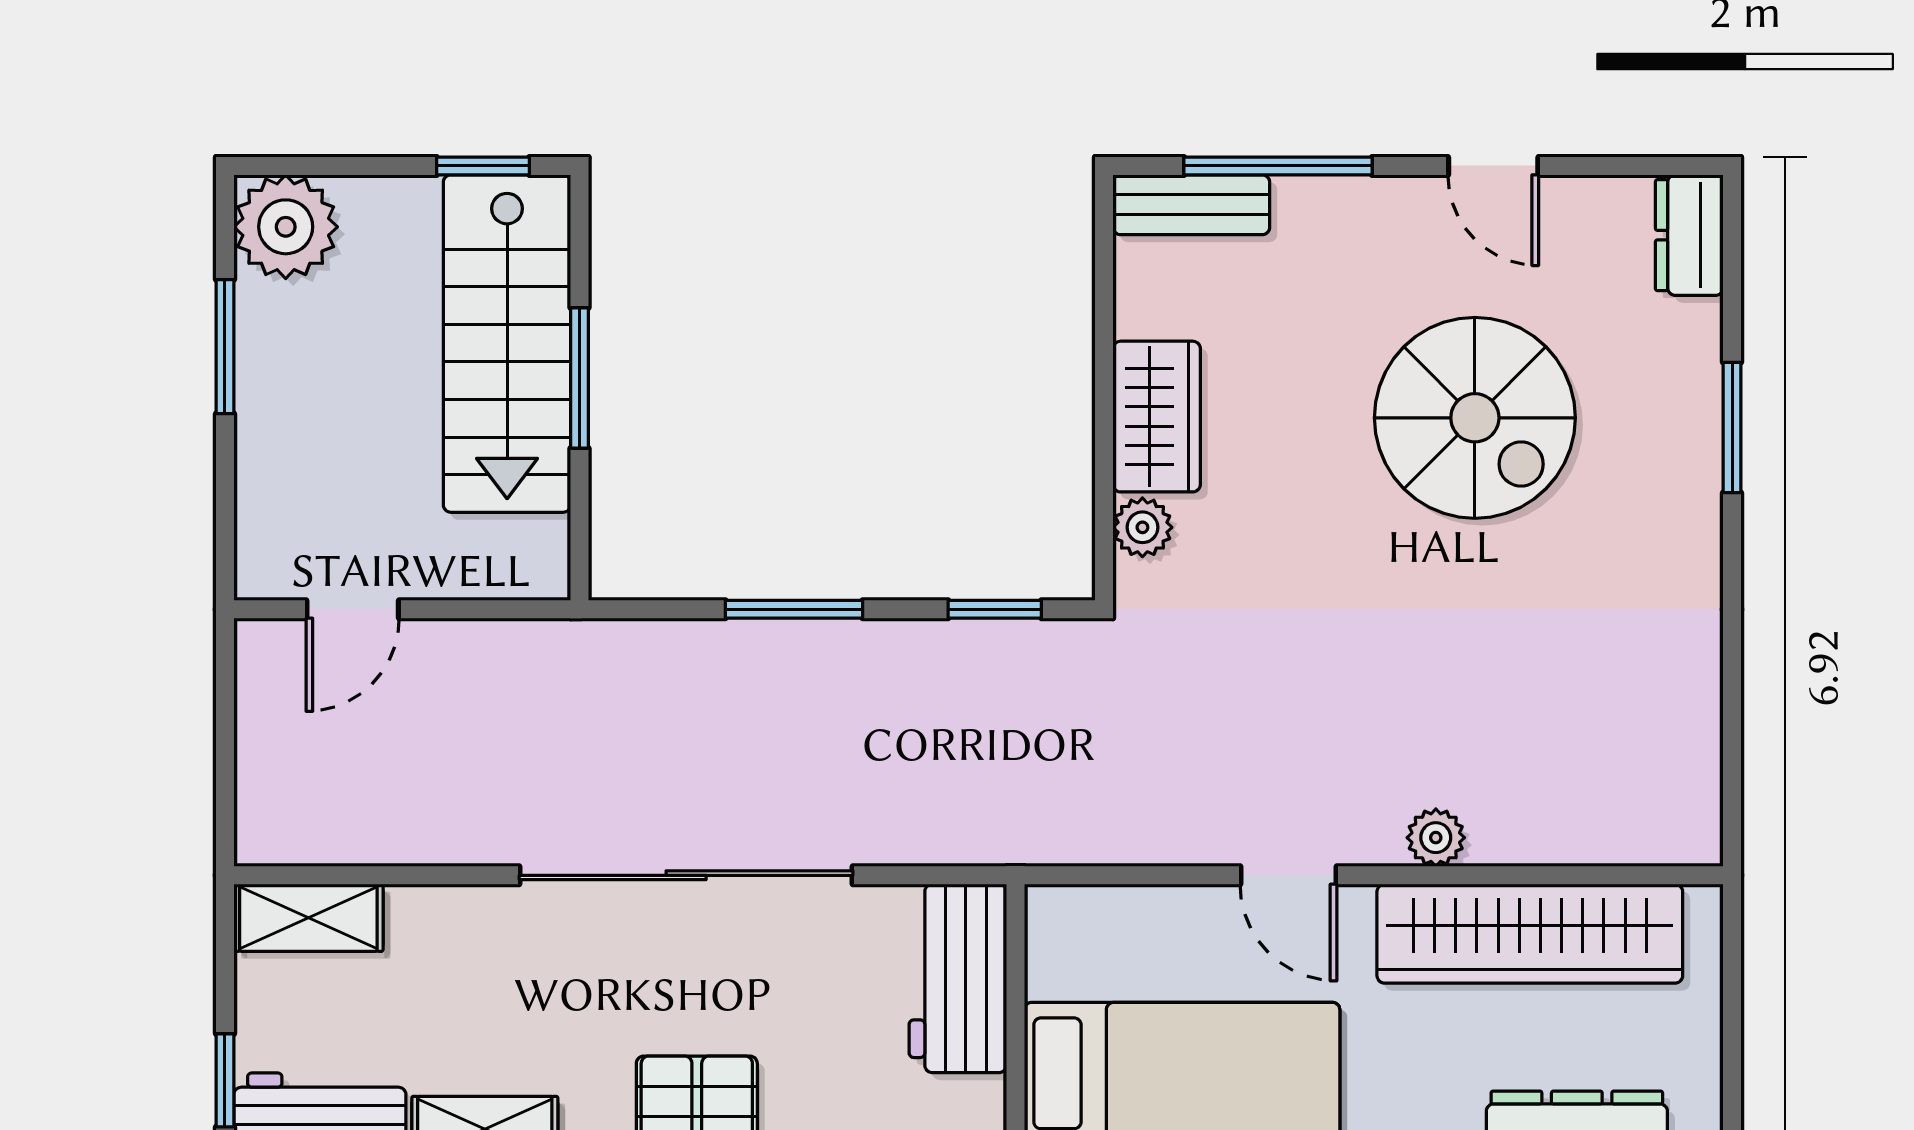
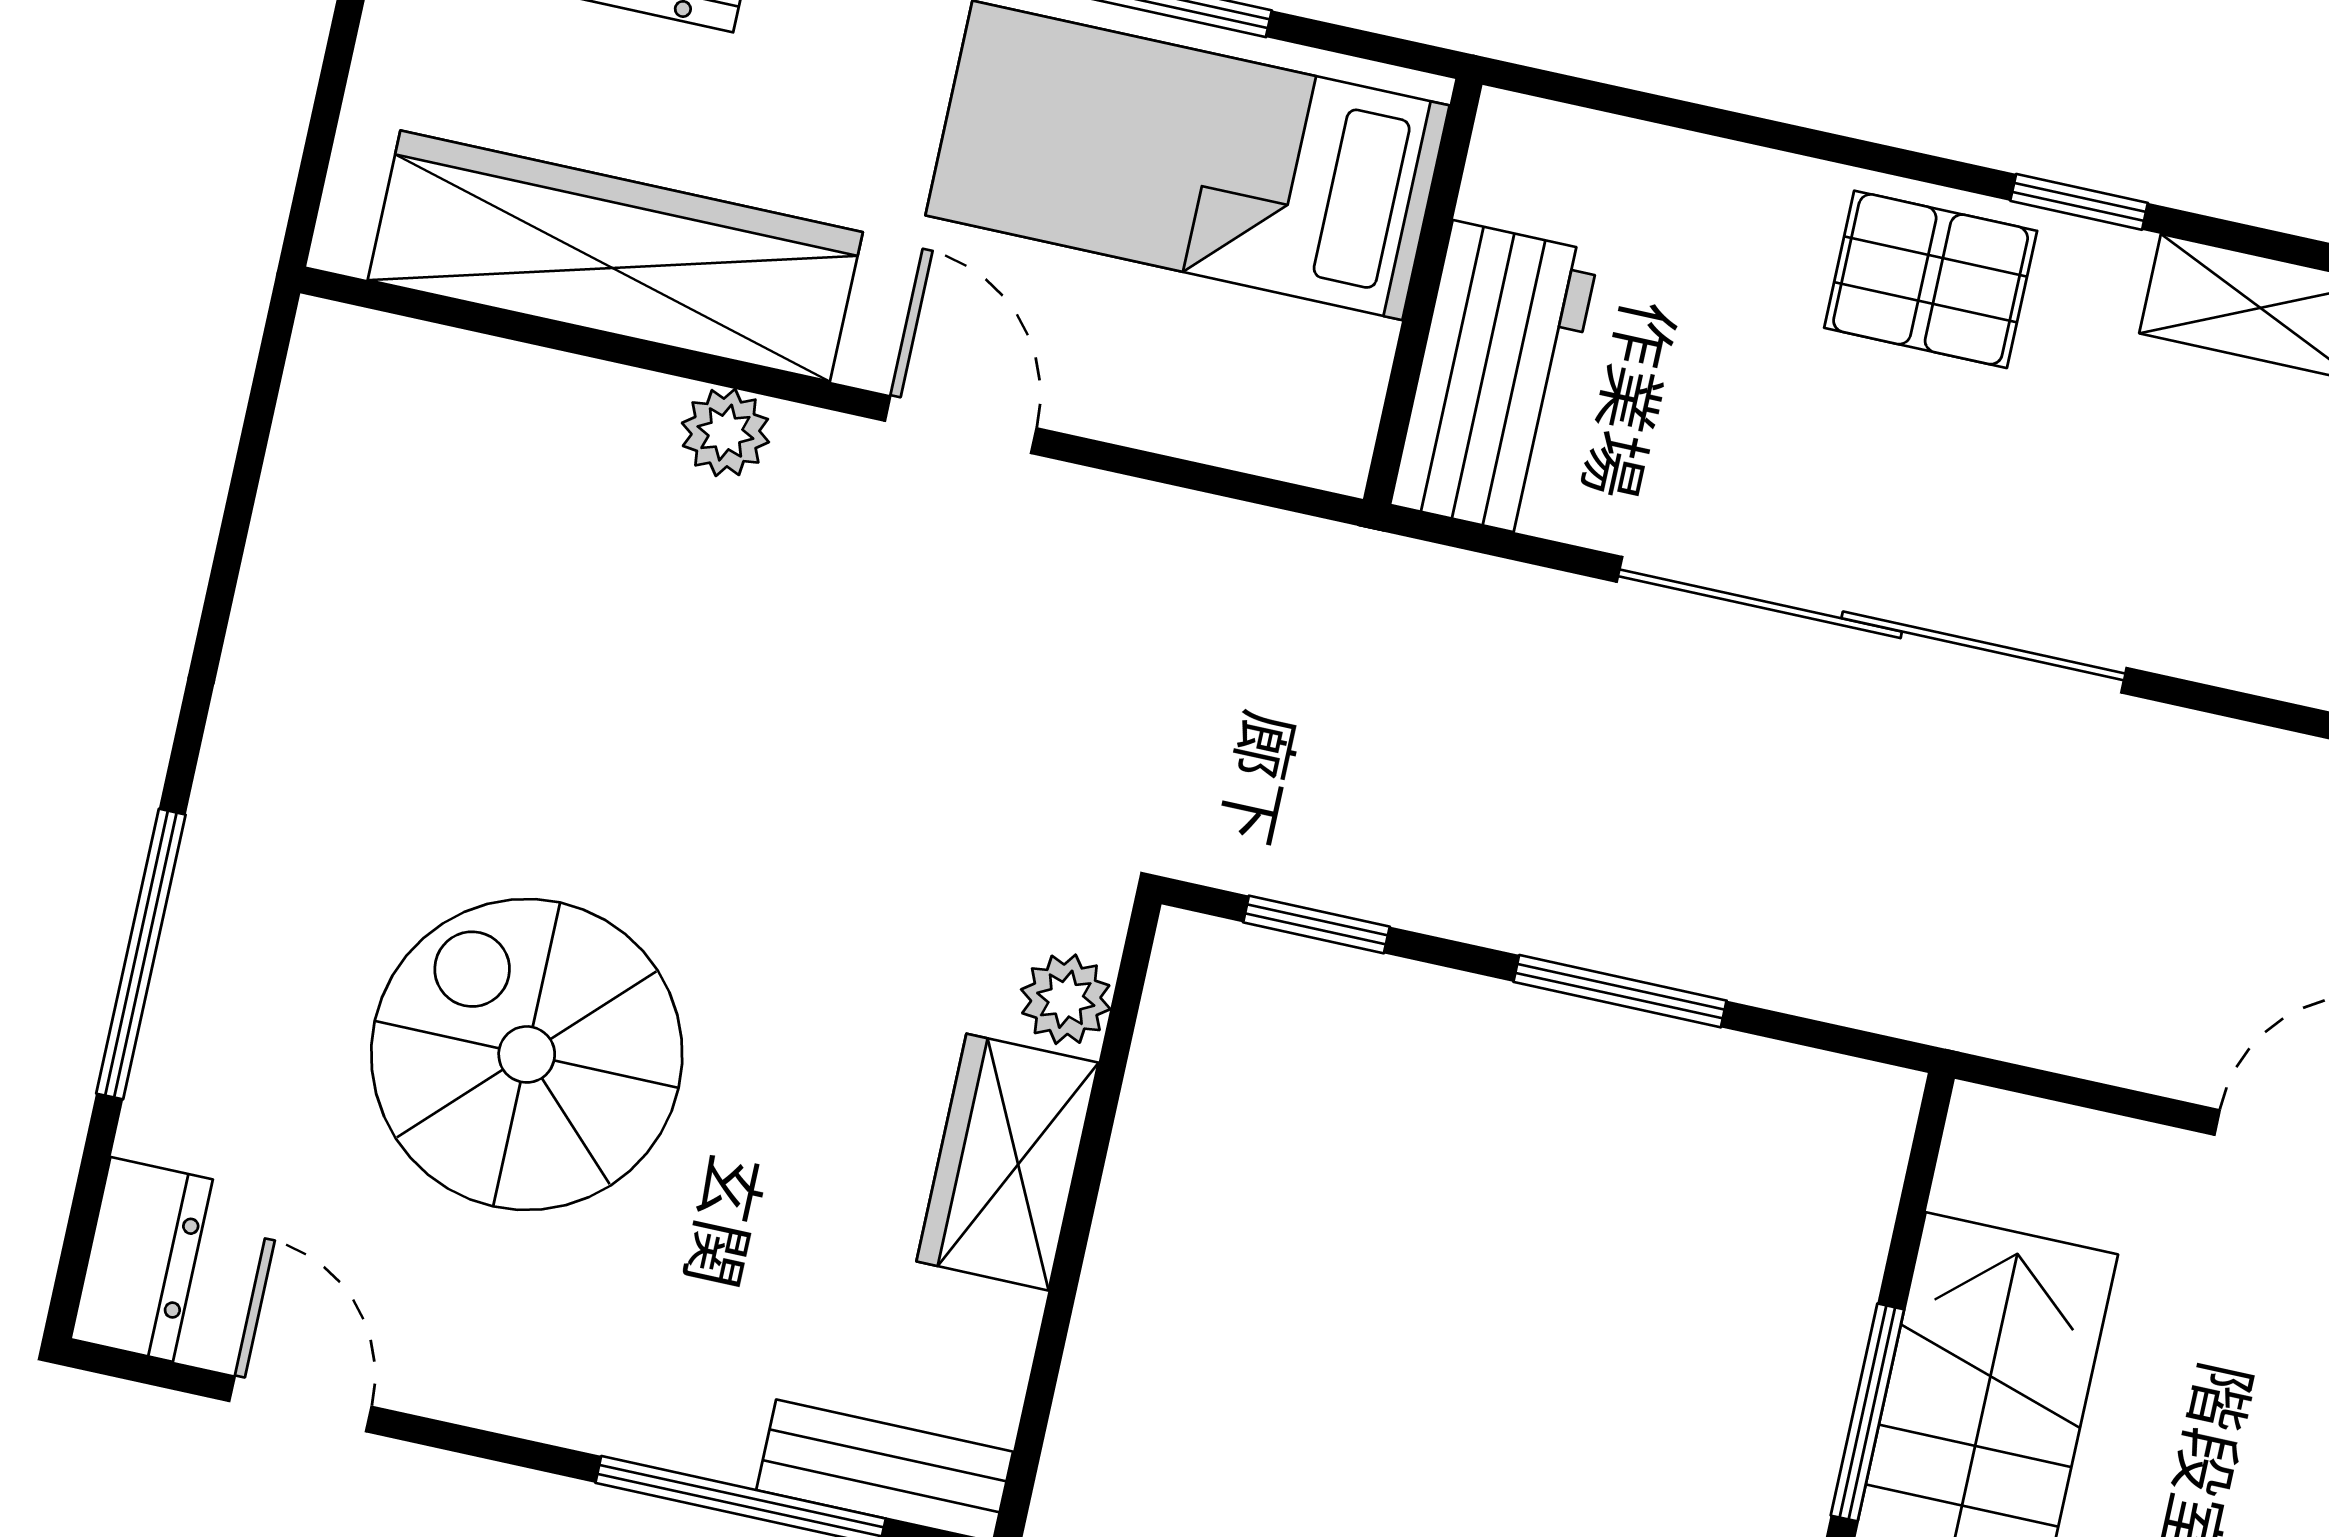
door: (1493, 166) -> (300, 1404), moved
window: (1732, 428) -> (141, 954), width x1.44

